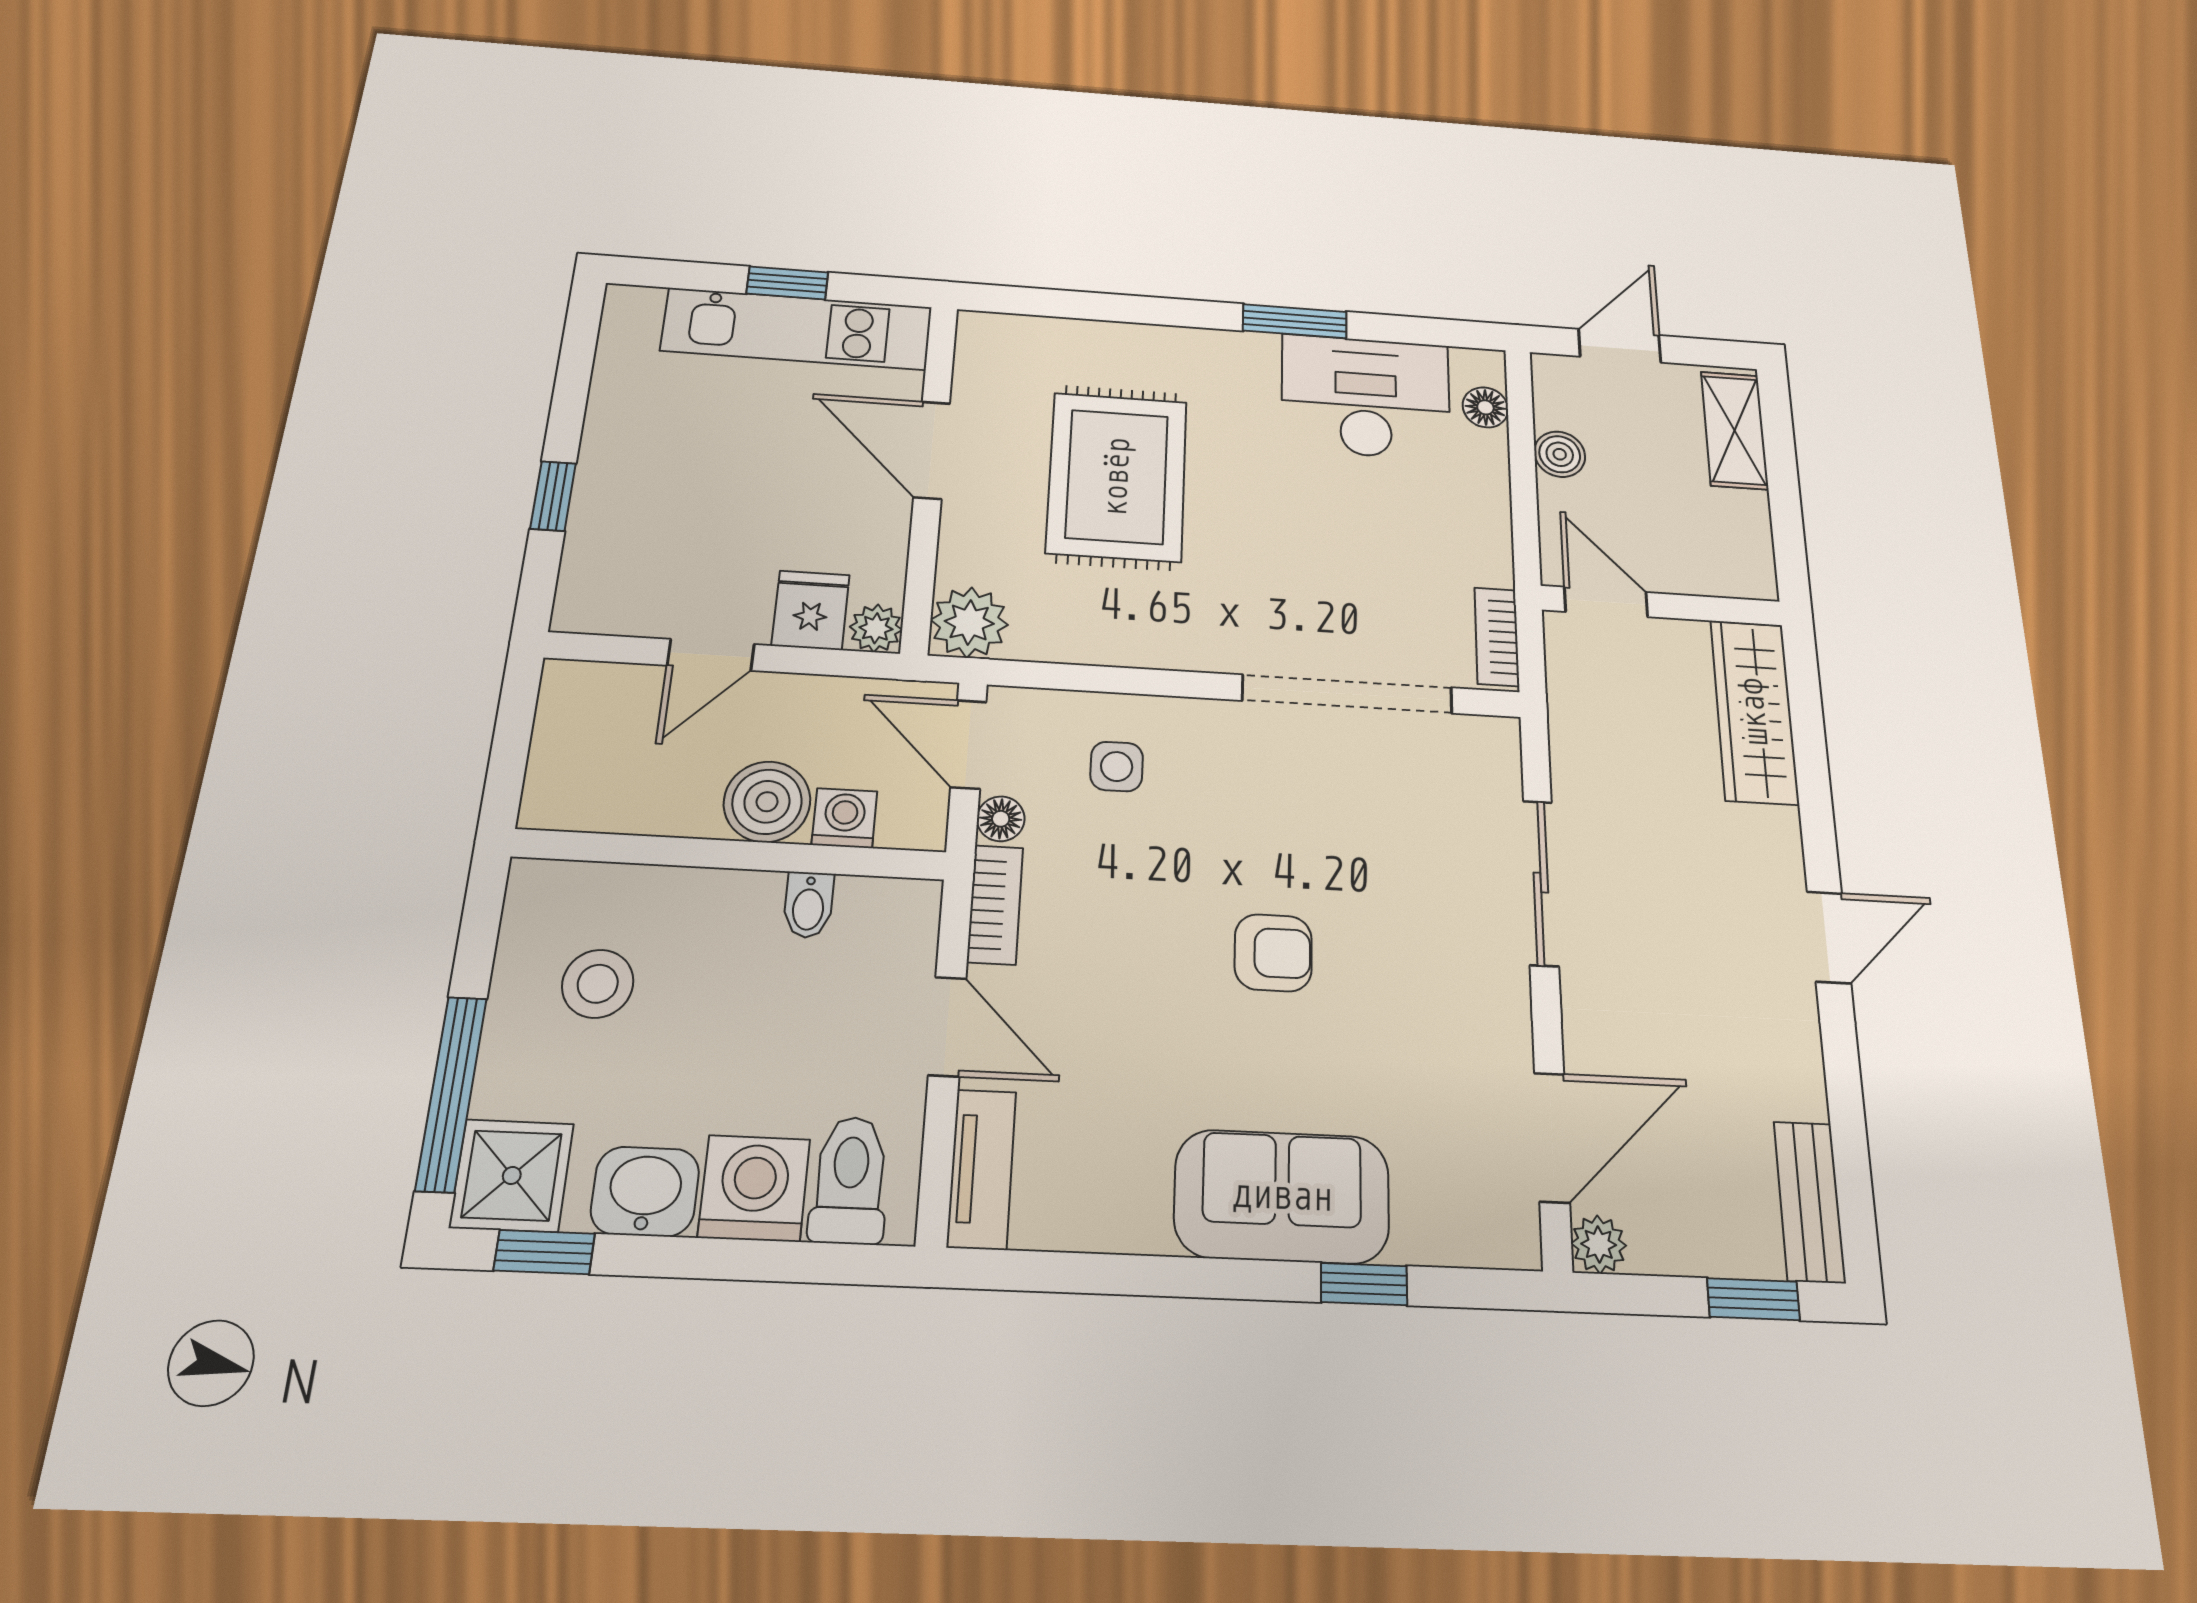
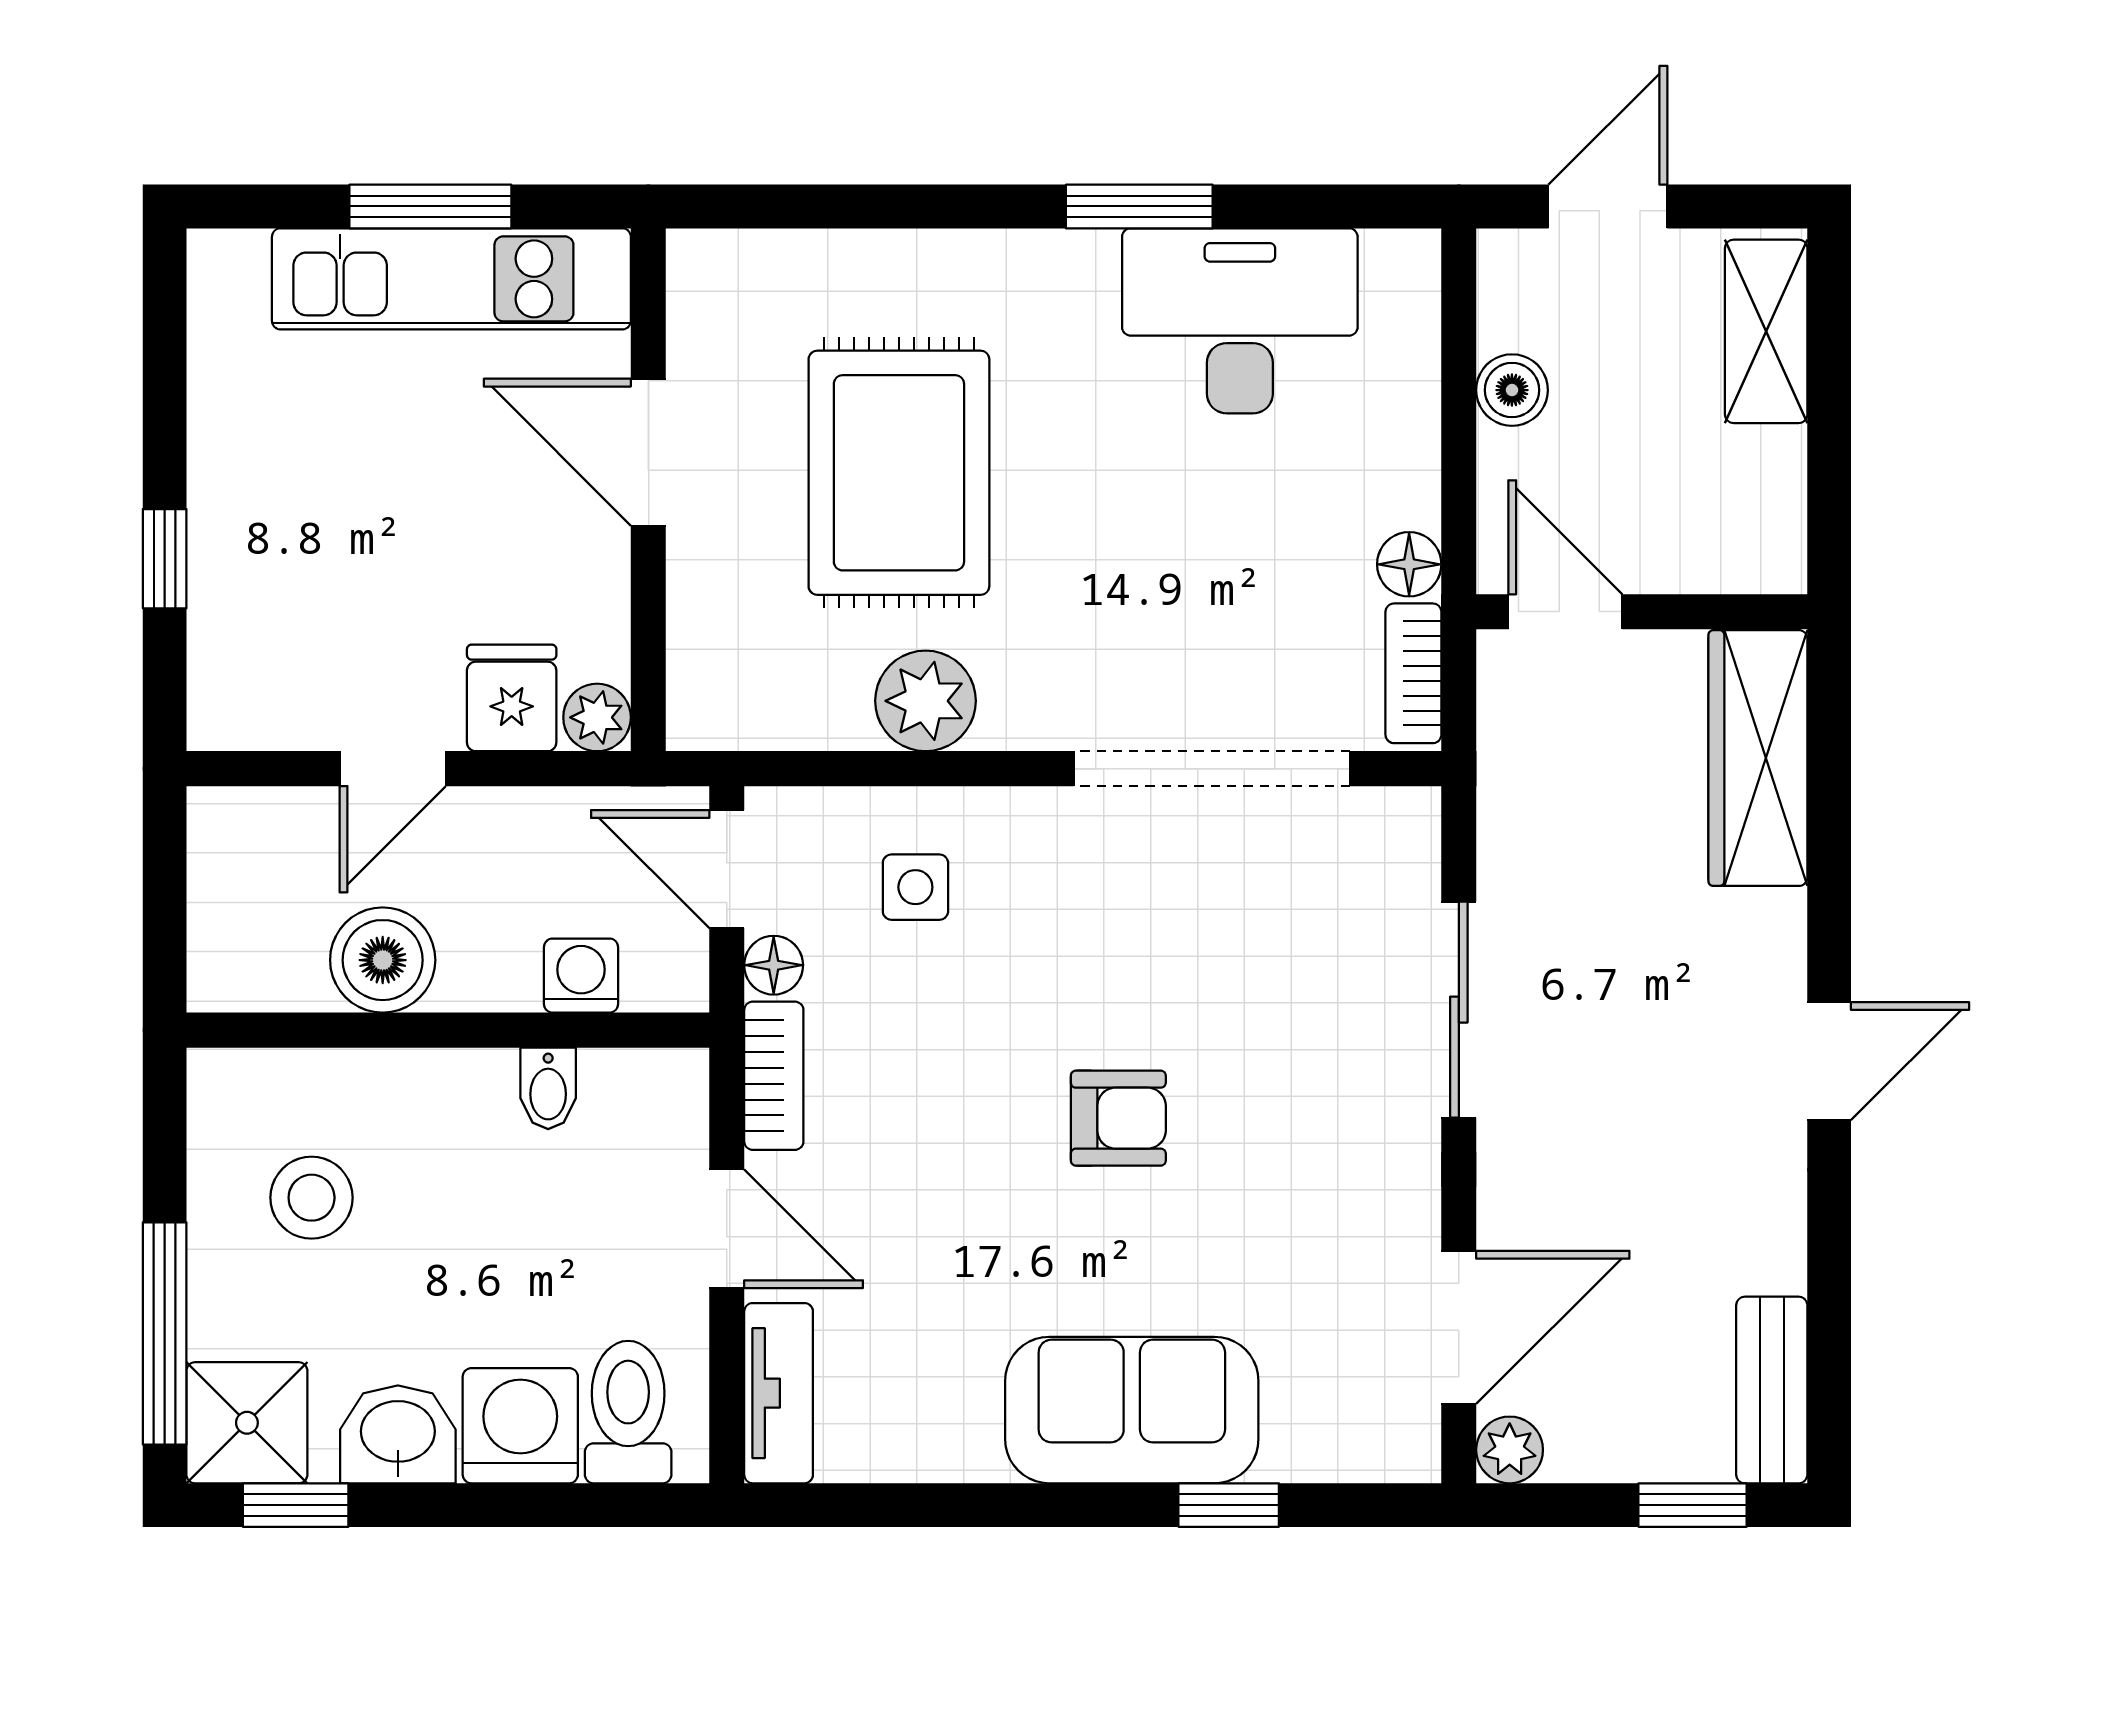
window: (787, 283) -> (430, 206), width x1.50
floor lamp: (1485, 407) -> (1409, 564), moved
plant: (969, 622) -> (926, 701), moved
boiler: (767, 802) -> (383, 960), moved

